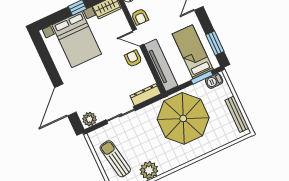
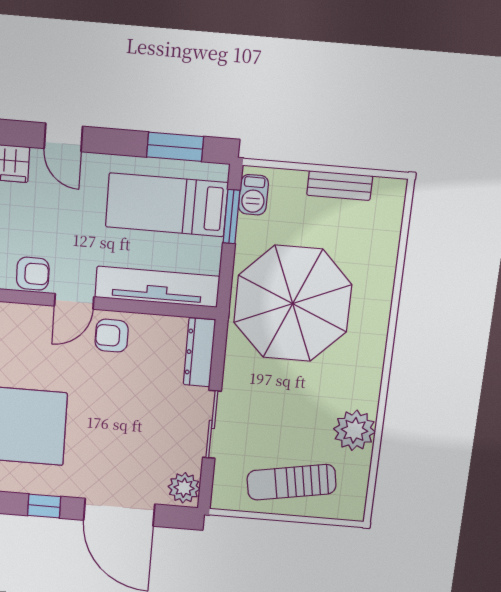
window: (51, 70) -> (44, 506), added
bench: (237, 114) -> (340, 186), width x0.73

